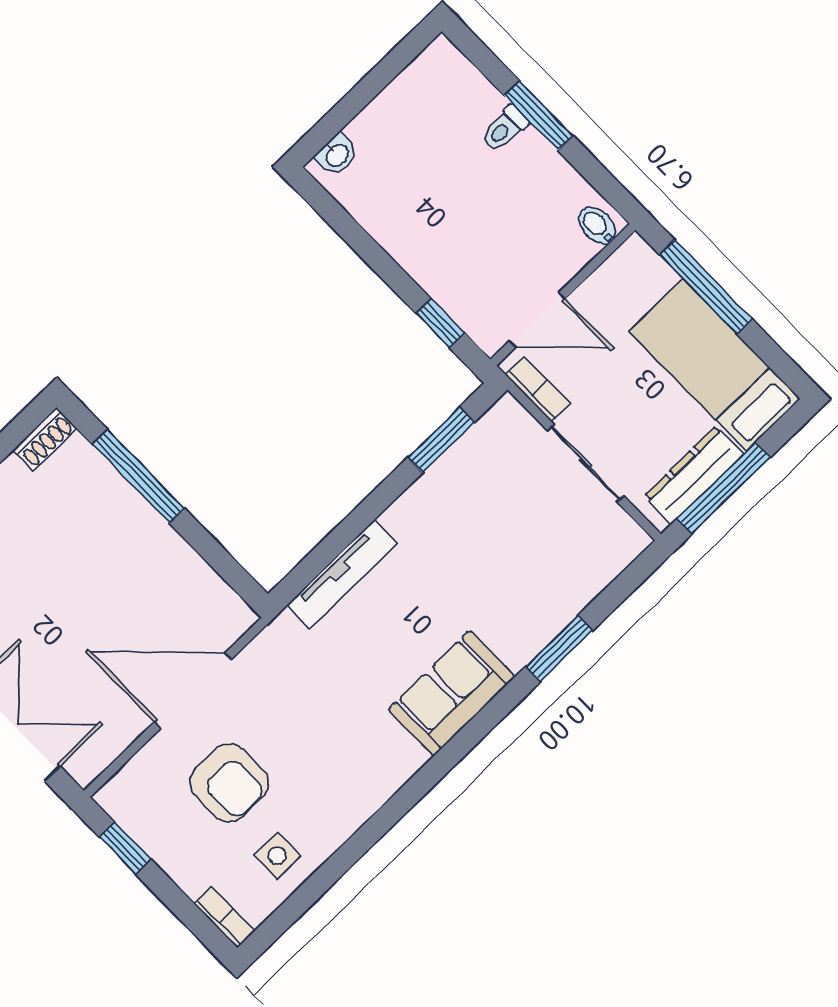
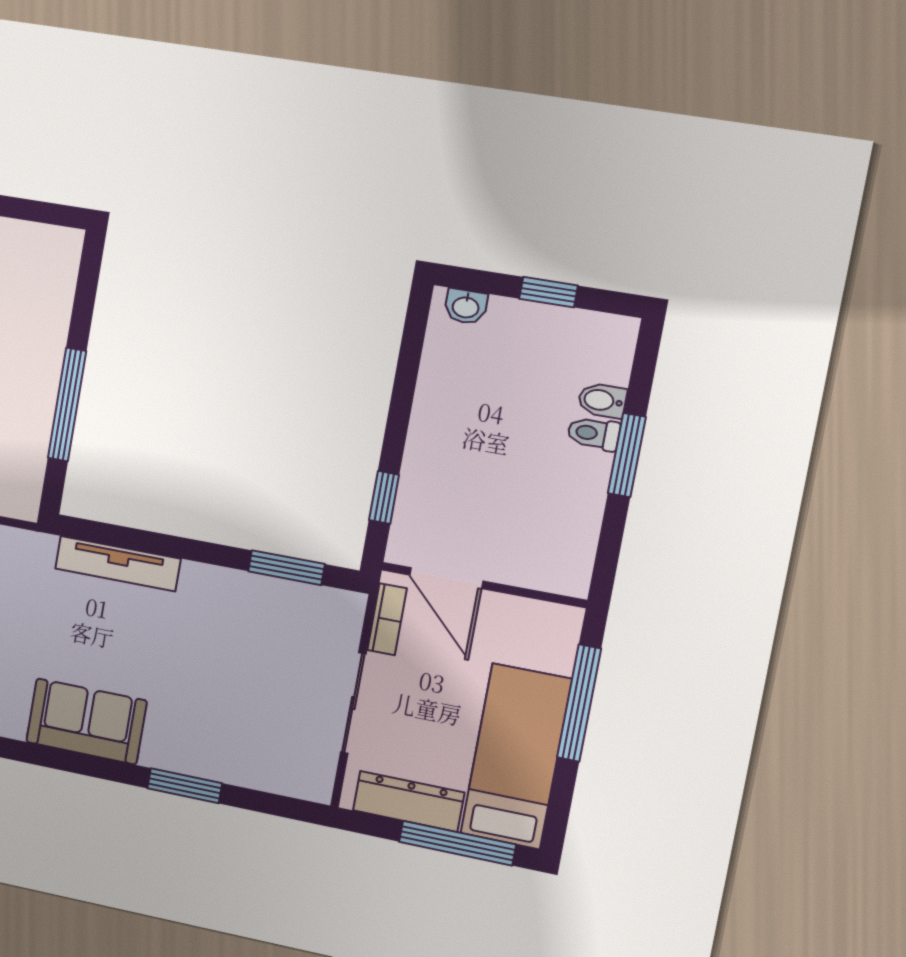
window: (371, 85) -> (549, 292), added
bidet: (597, 226) -> (602, 400), moved, turned -90
shoe rack: (45, 439) -> (54, 240), removed
window: (139, 476) -> (67, 405), moved
window: (724, 488) -> (457, 843), moved

